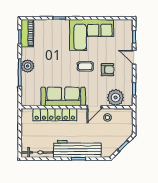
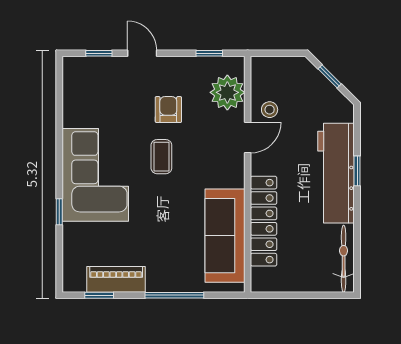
piano: (27, 33) -> (116, 279), moved
corner sofa: (92, 35) -> (95, 175), moved
door: (134, 57) -> (142, 53), swing flipped
plant: (28, 66) -> (161, 279), removed
sofa: (63, 96) -> (225, 236), moved
door: (94, 107) -> (248, 137), hinge flipped

